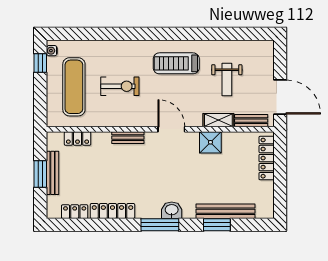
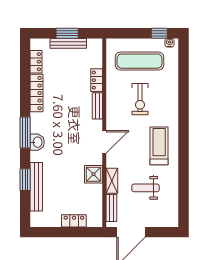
locker: (78, 138) -> (97, 80), moved
locker: (267, 158) -> (74, 221), width x0.66

